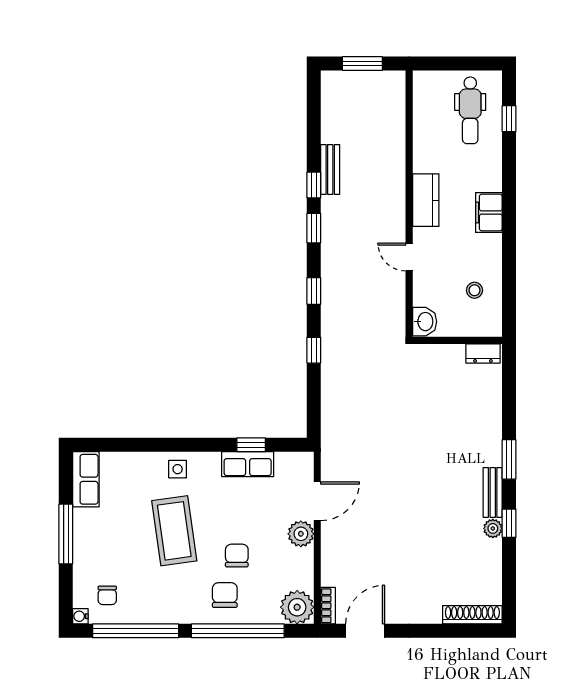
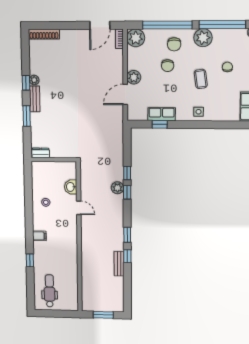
window: (509, 119) -> (30, 260), moved
kitchen counter: (426, 200) -> (71, 248), removed
filing cabinet: (489, 212) -> (39, 236), width x0.50
door: (409, 257) -> (79, 208), moved
window: (314, 291) -> (127, 192), moved
plant: (333, 321) -> (117, 188), added
wall: (457, 340) -> (54, 160), moved
dresser: (483, 353) -> (41, 153), moved
coffee table: (174, 531) -> (201, 79), width x0.54, depth x0.58
chair: (107, 595) -> (227, 67), moved
plant: (171, 607) -> (203, 38), added

